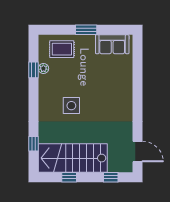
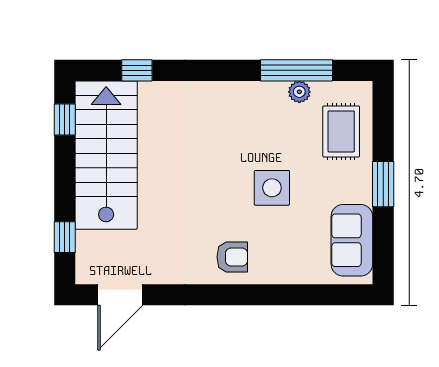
window: (33, 70) -> (296, 70), width x2.17
armchair: (120, 100) -> (232, 257), added
side table: (71, 106) -> (272, 188), moved
window: (69, 177) -> (65, 120), moved

